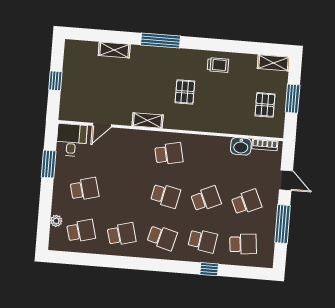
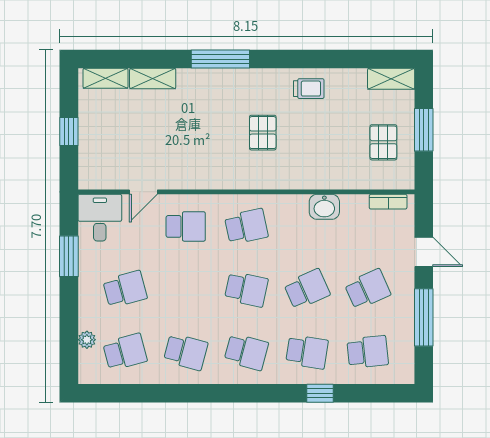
shelving: (148, 120) -> (106, 78), moved
washbasin: (241, 146) -> (324, 207), moved
school desk: (128, 150) -> (186, 226), added
school desk: (122, 234) -> (186, 352), turned 30

